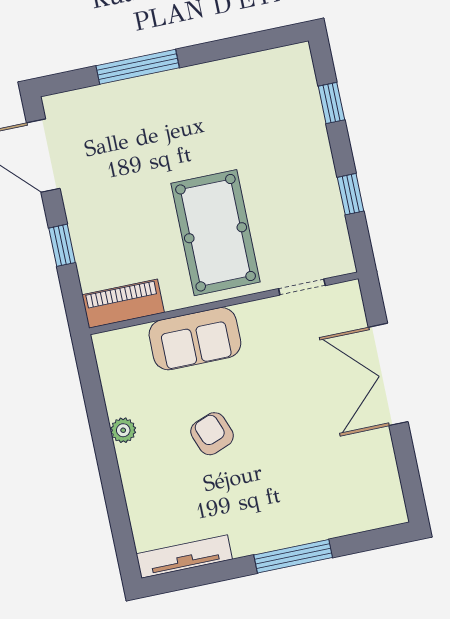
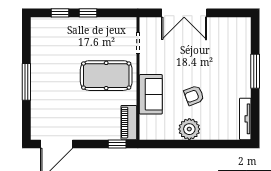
window: (138, 67) -> (26, 82), moved
window: (351, 194) -> (88, 13), moved
window: (62, 245) -> (117, 144), moved
plant: (123, 430) -> (189, 129), width x1.88, depth x1.88

